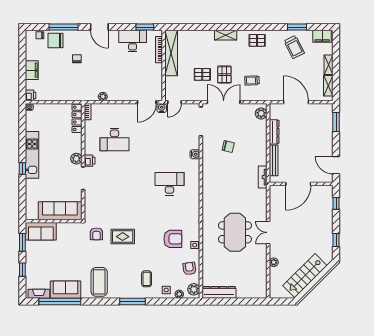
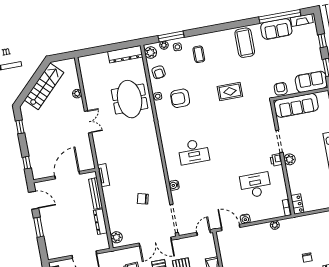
door: (147, 102) -> (231, 228), hinge flipped
water cooler: (162, 108) -> (245, 219), moved
locker: (77, 118) -> (297, 204), width x0.66
window: (336, 122) -> (39, 227), moved
meeting table: (235, 232) -> (130, 99), moved
armchair: (96, 234) -> (281, 89), moved
window: (132, 301) -> (171, 36), moved

